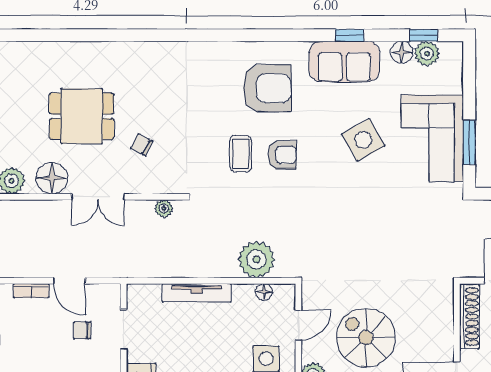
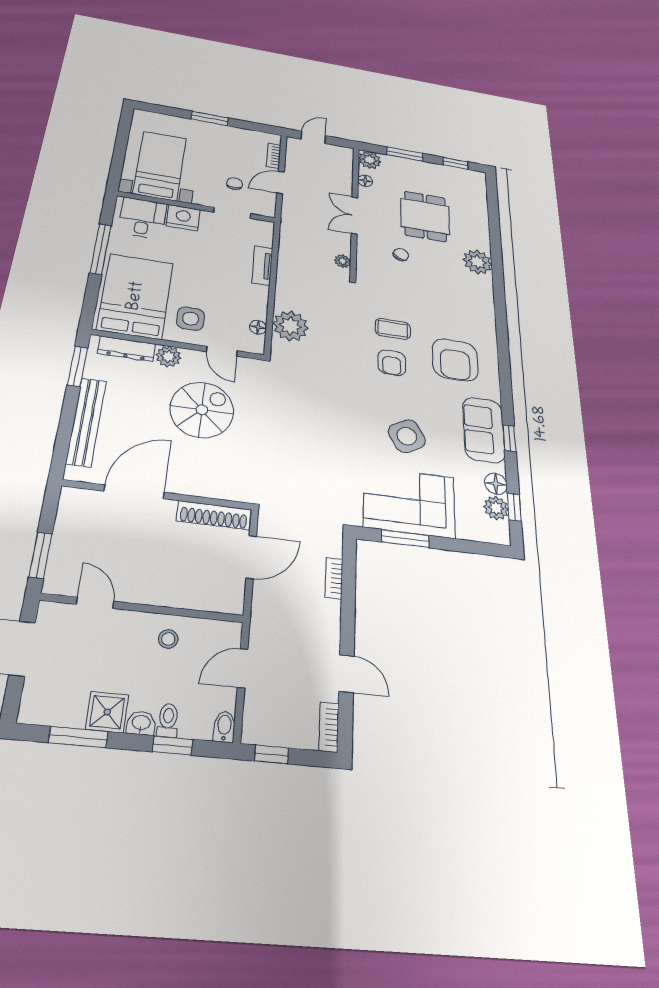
plant: (134, 58) -> (478, 262), added
floor lamp: (52, 178) -> (365, 181), width x0.53, depth x0.53
tv unit: (197, 293) -> (262, 266), width x0.71

